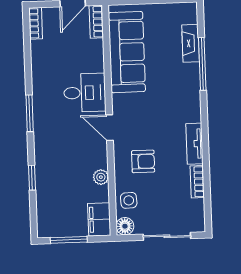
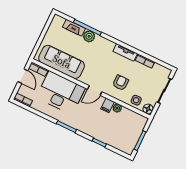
plant: (190, 74) -> (89, 36), added
desk: (85, 93) -> (61, 93), width x1.87, depth x1.30
filing cabinet: (99, 219) -> (107, 105), moved, width x0.50

